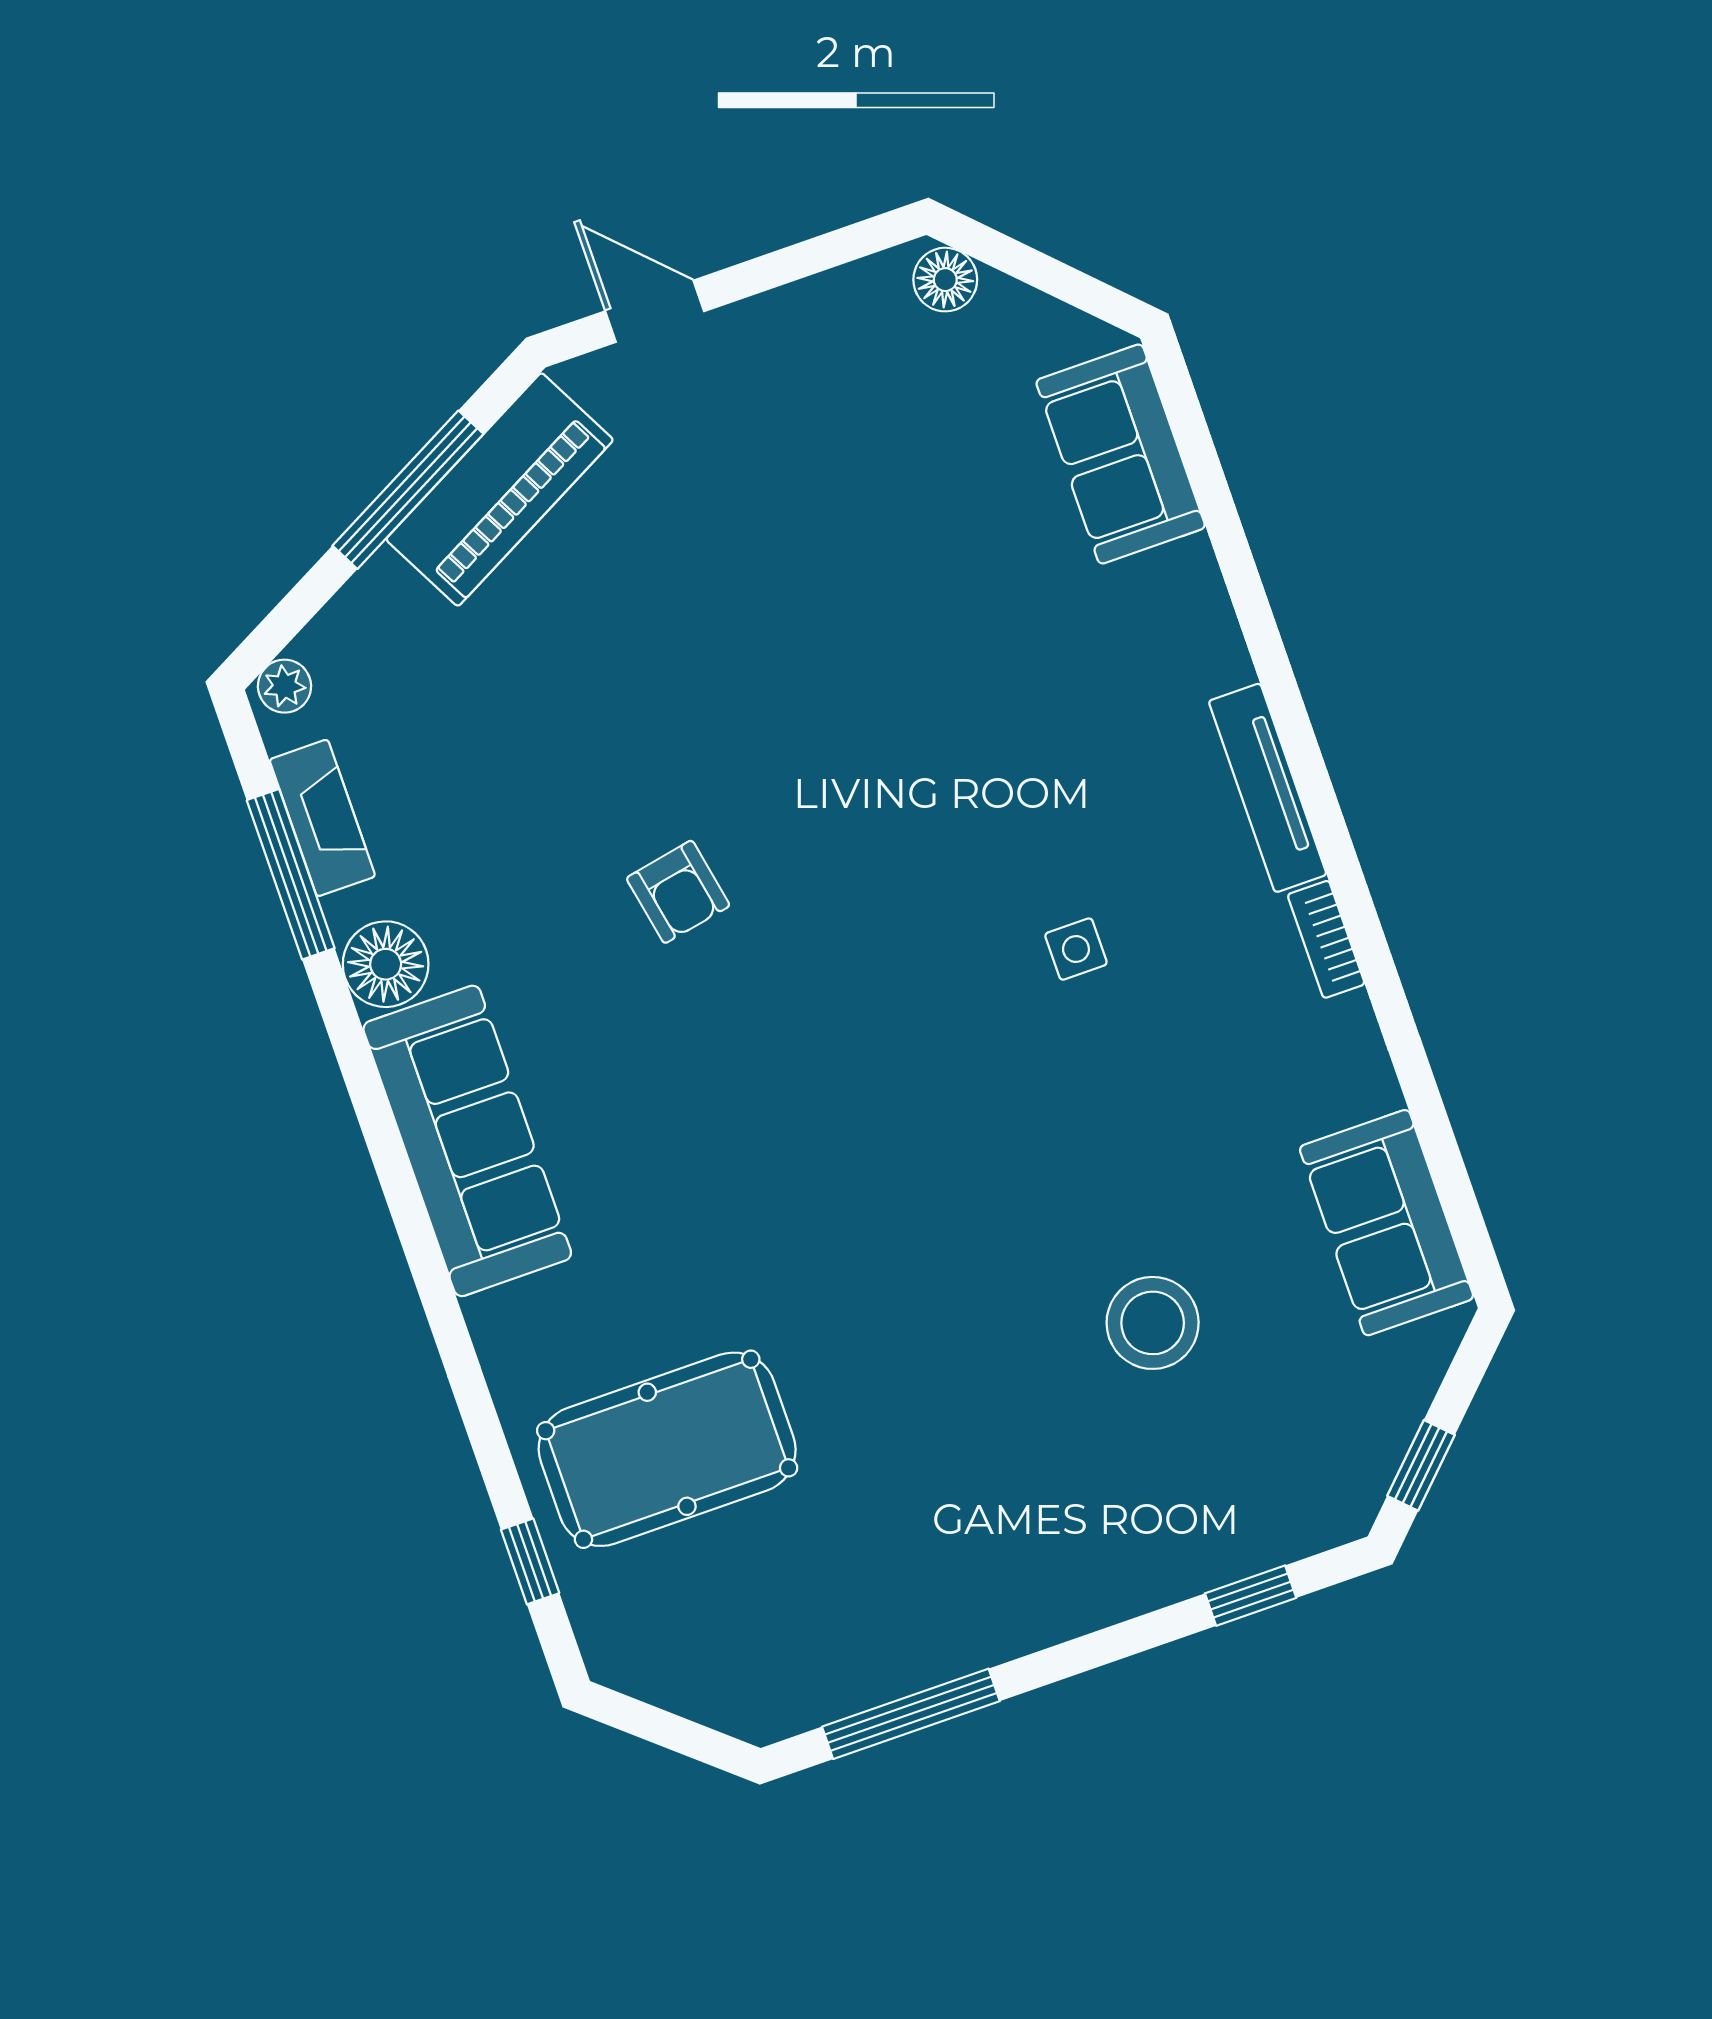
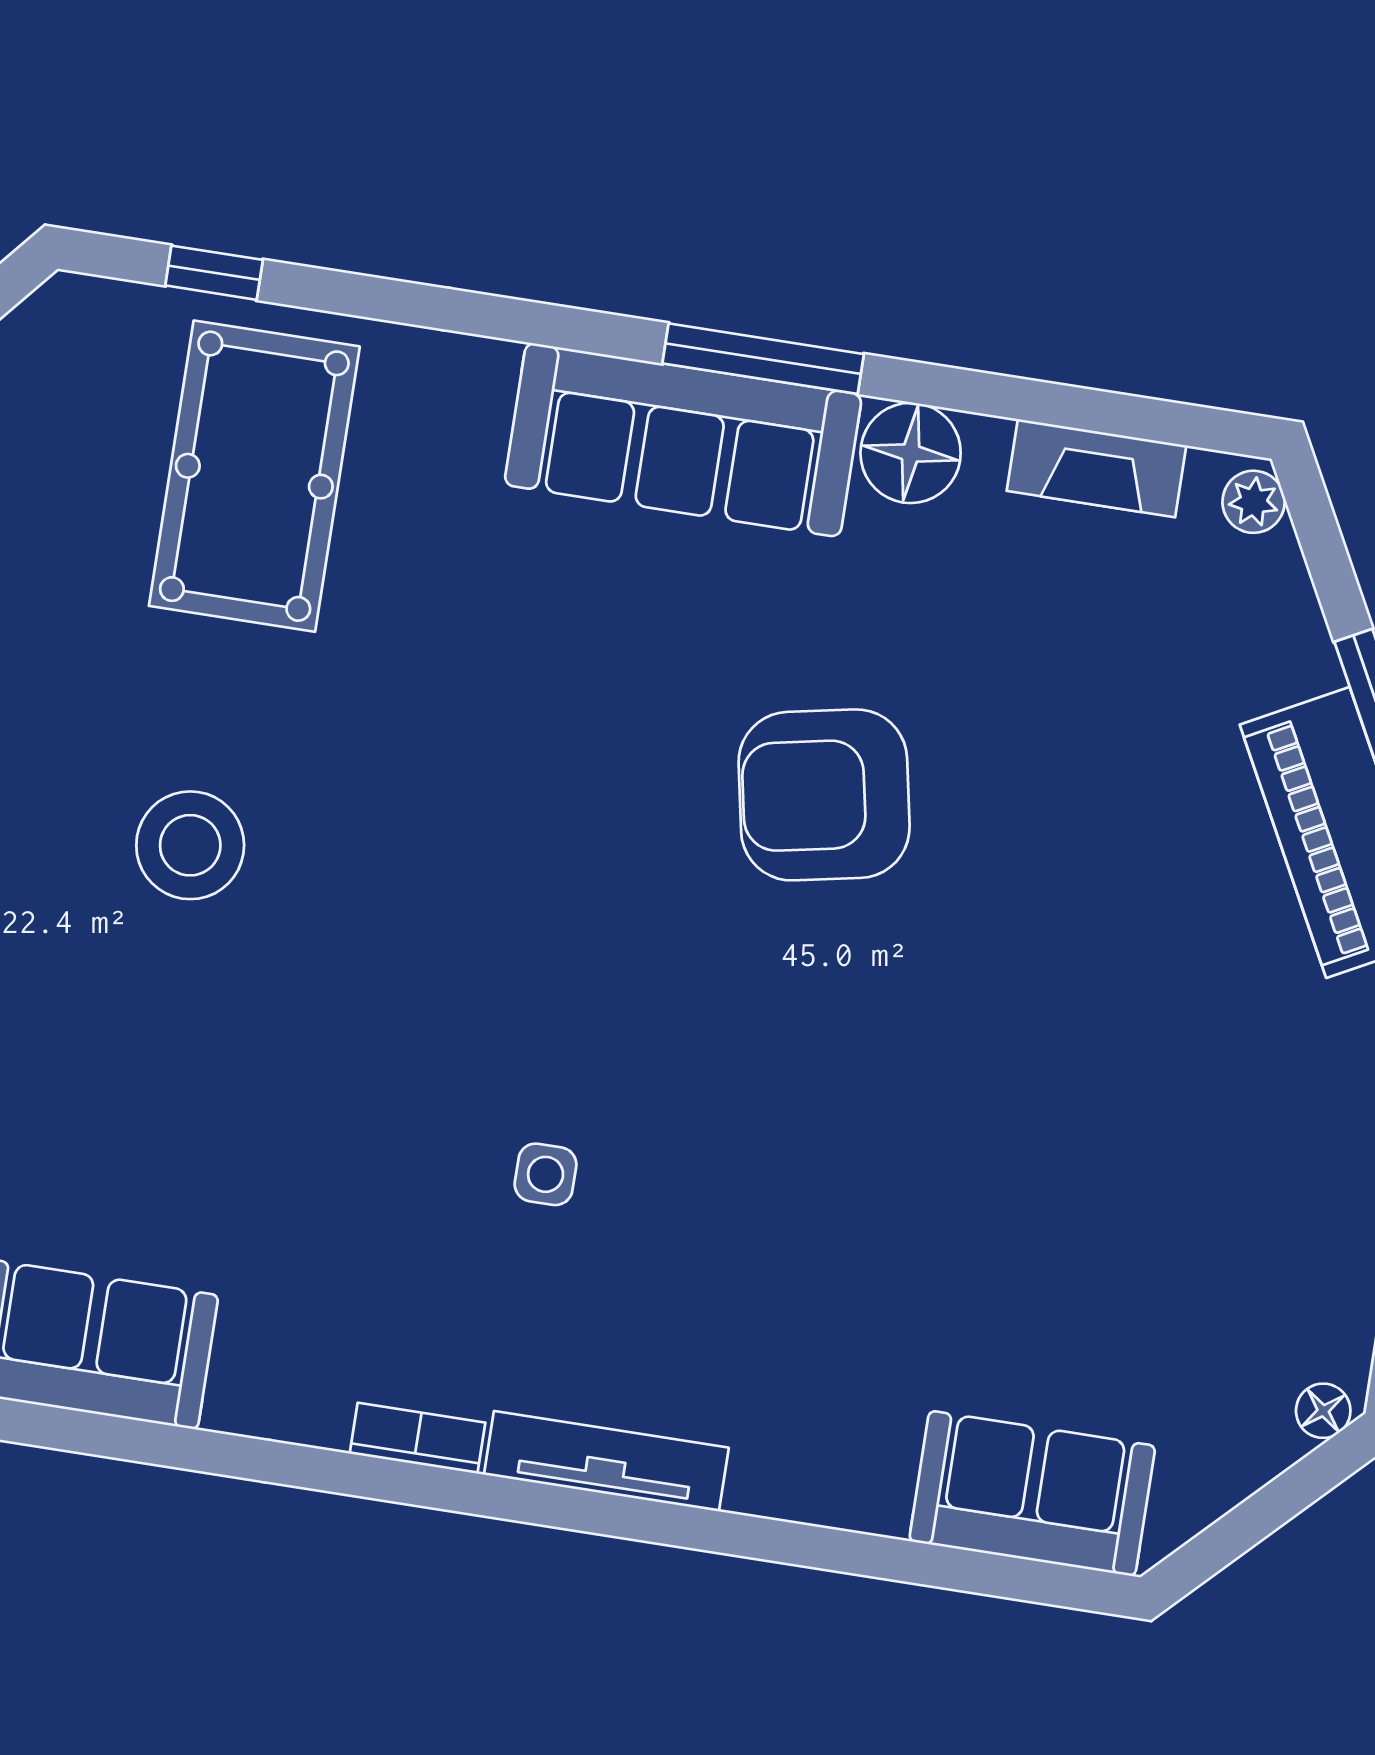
floor lamp: (945, 280) -> (1323, 1411), width x0.73, depth x0.73
window: (291, 874) -> (763, 359), moved
armchair: (678, 892) -> (824, 795), width x1.88, depth x1.88
stool: (1153, 1323) -> (190, 845), moved

